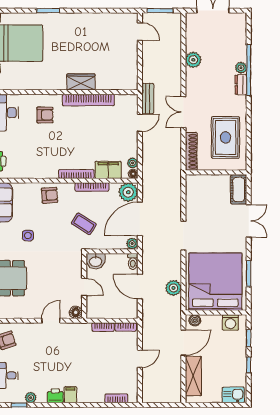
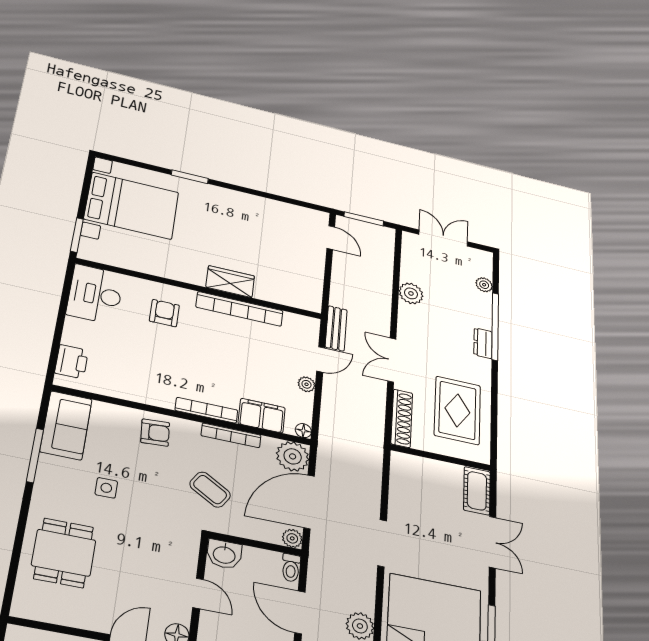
plant: (241, 68) -> (484, 285), moved
armchair: (45, 115) -> (164, 313), turned -90
plant: (133, 163) -> (306, 384), moved

